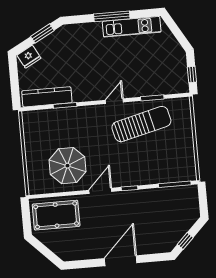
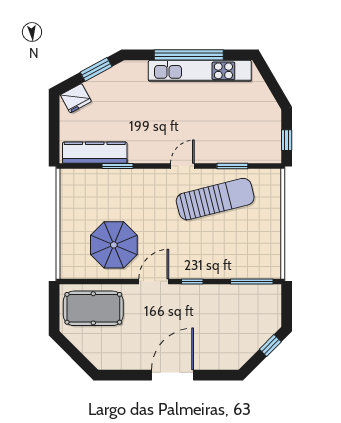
window: (112, 16) -> (189, 55), width x1.46
kitchen unit: (132, 27) -> (200, 71), width x1.36
window: (185, 241) -> (270, 345), moved

